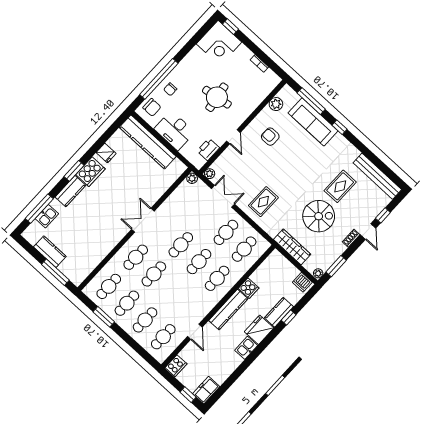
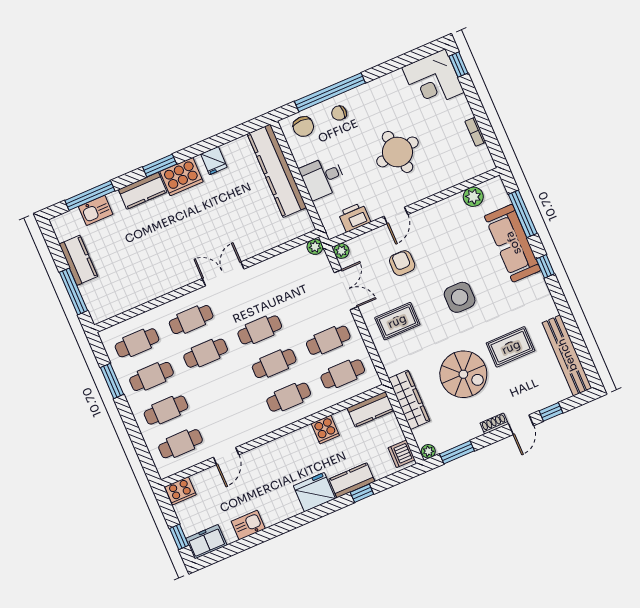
desk: (174, 131) -> (323, 178), width x0.73
armchair: (270, 137) -> (402, 263), moved
side table: (295, 170) -> (460, 297), added
kitchen counter: (228, 310) -> (371, 409), moved, width x0.67
kitchen sink: (246, 348) -> (248, 525), moved

